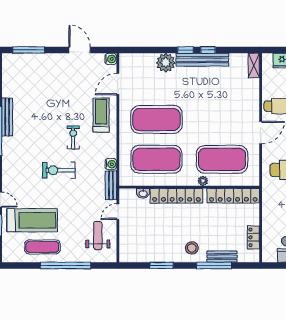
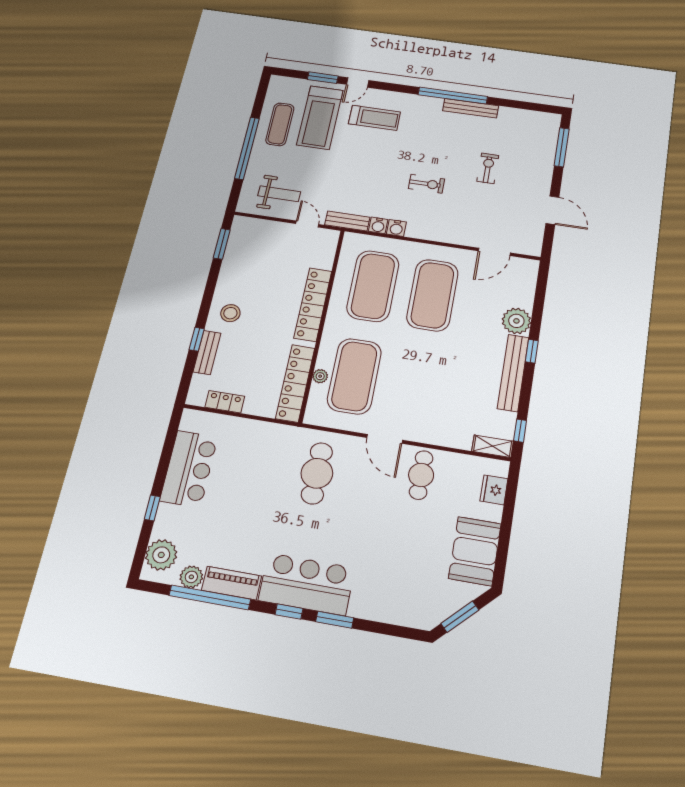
door: (80, 50) -> (552, 210), hinge flipped
window: (208, 50) -> (520, 431), moved
water cooler: (111, 59) -> (396, 228), moved
door: (118, 84) -> (494, 252), swing flipped
treadmill: (101, 115) -> (375, 118), moved
exercise bike: (59, 170) -> (488, 168), moved, width x0.73, depth x0.72
plant: (203, 181) -> (320, 376), moved
washbasin: (143, 193) -> (326, 261), removed
window: (162, 265) -> (222, 244), moved
window: (214, 265) -> (197, 339), width x0.46

